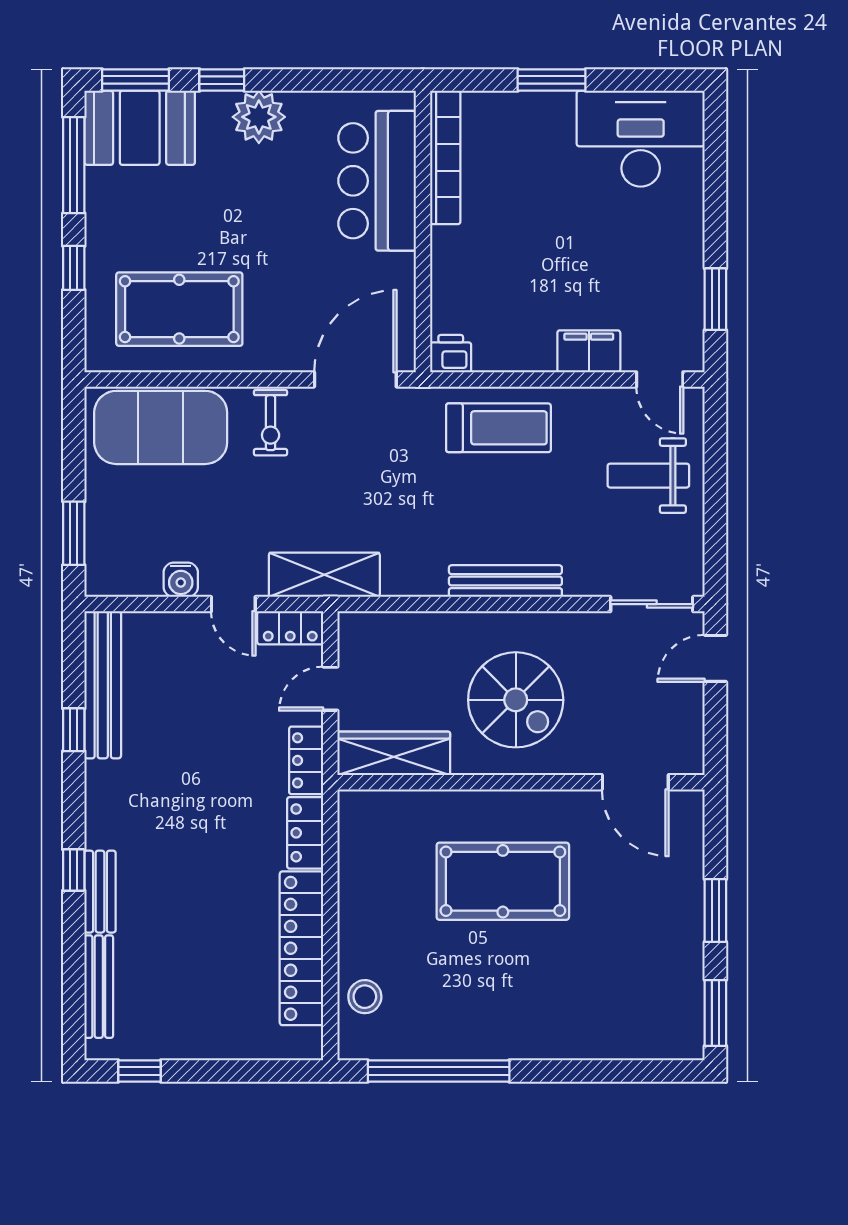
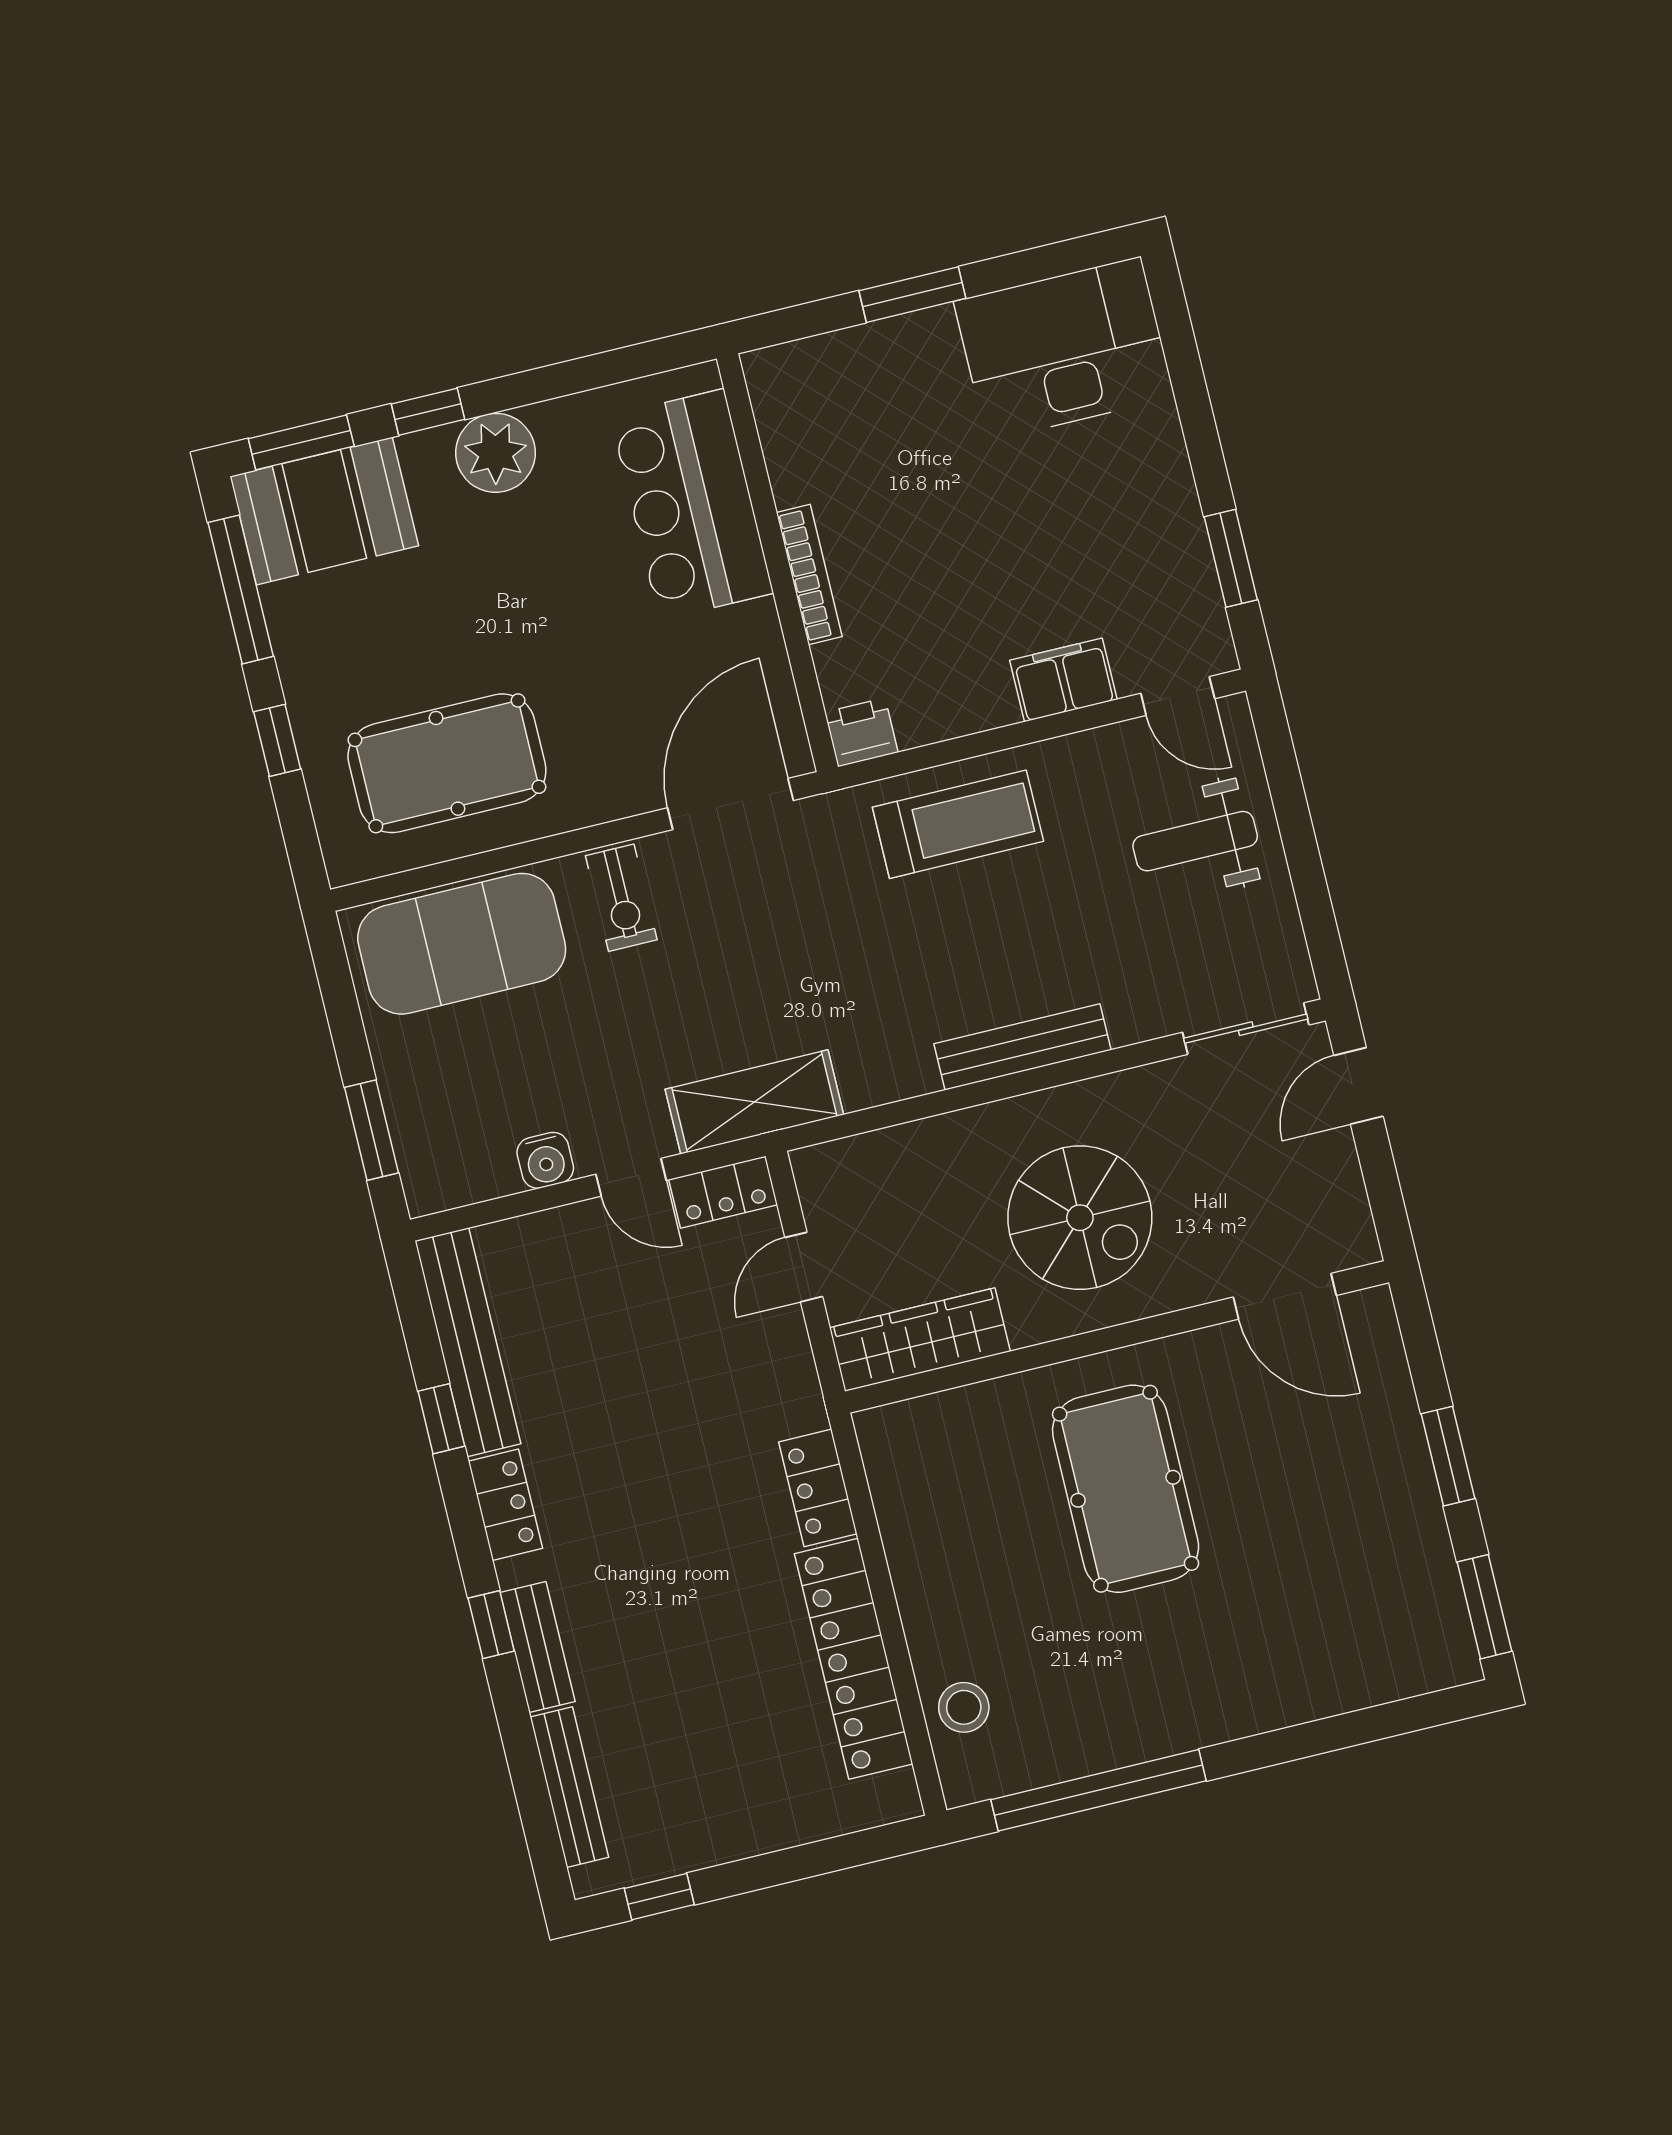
bookcase: (445, 157) -> (809, 575), moved, width x0.68, depth x0.76
locker: (306, 760) -> (505, 1505), moved, turned 180
pool table: (503, 881) -> (1126, 1489), turned 90

